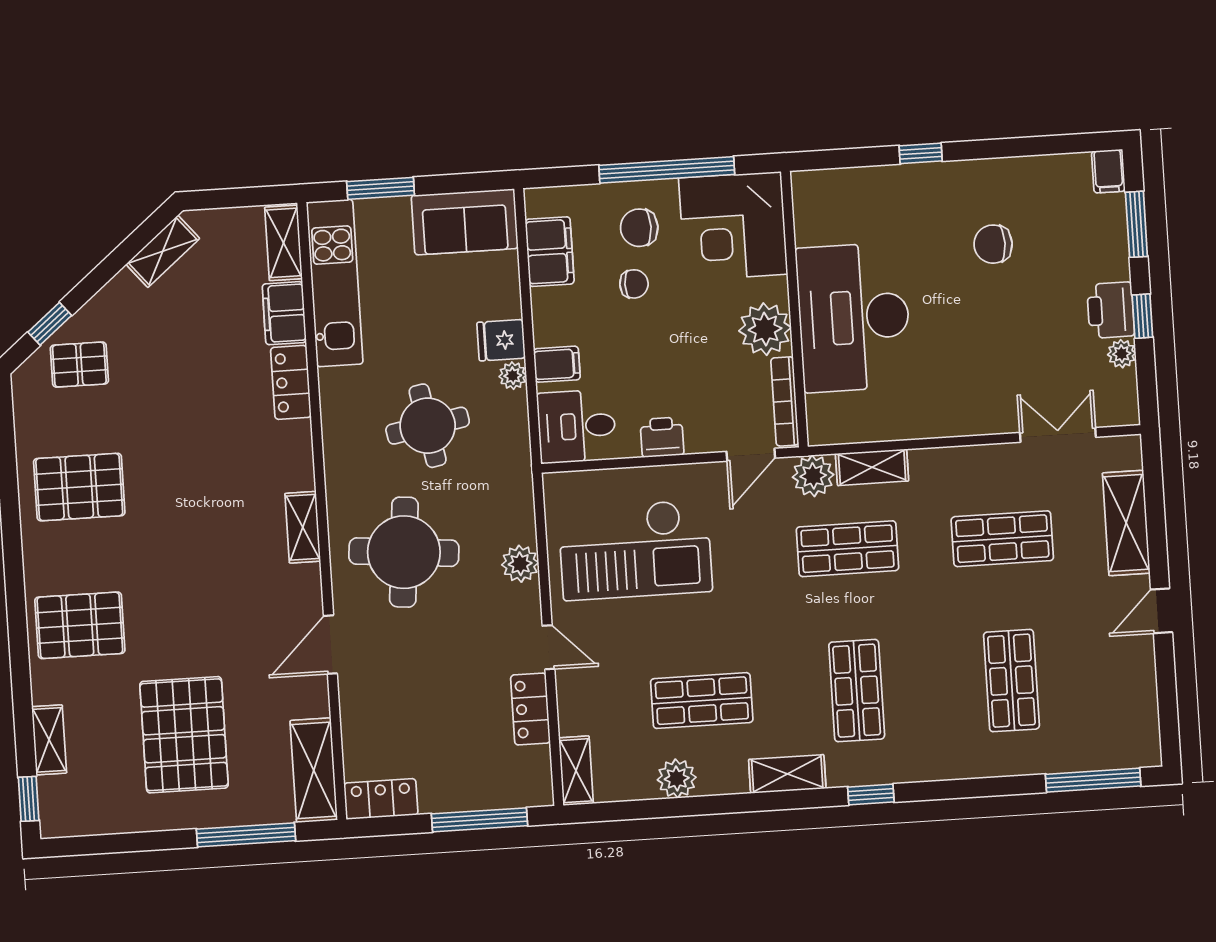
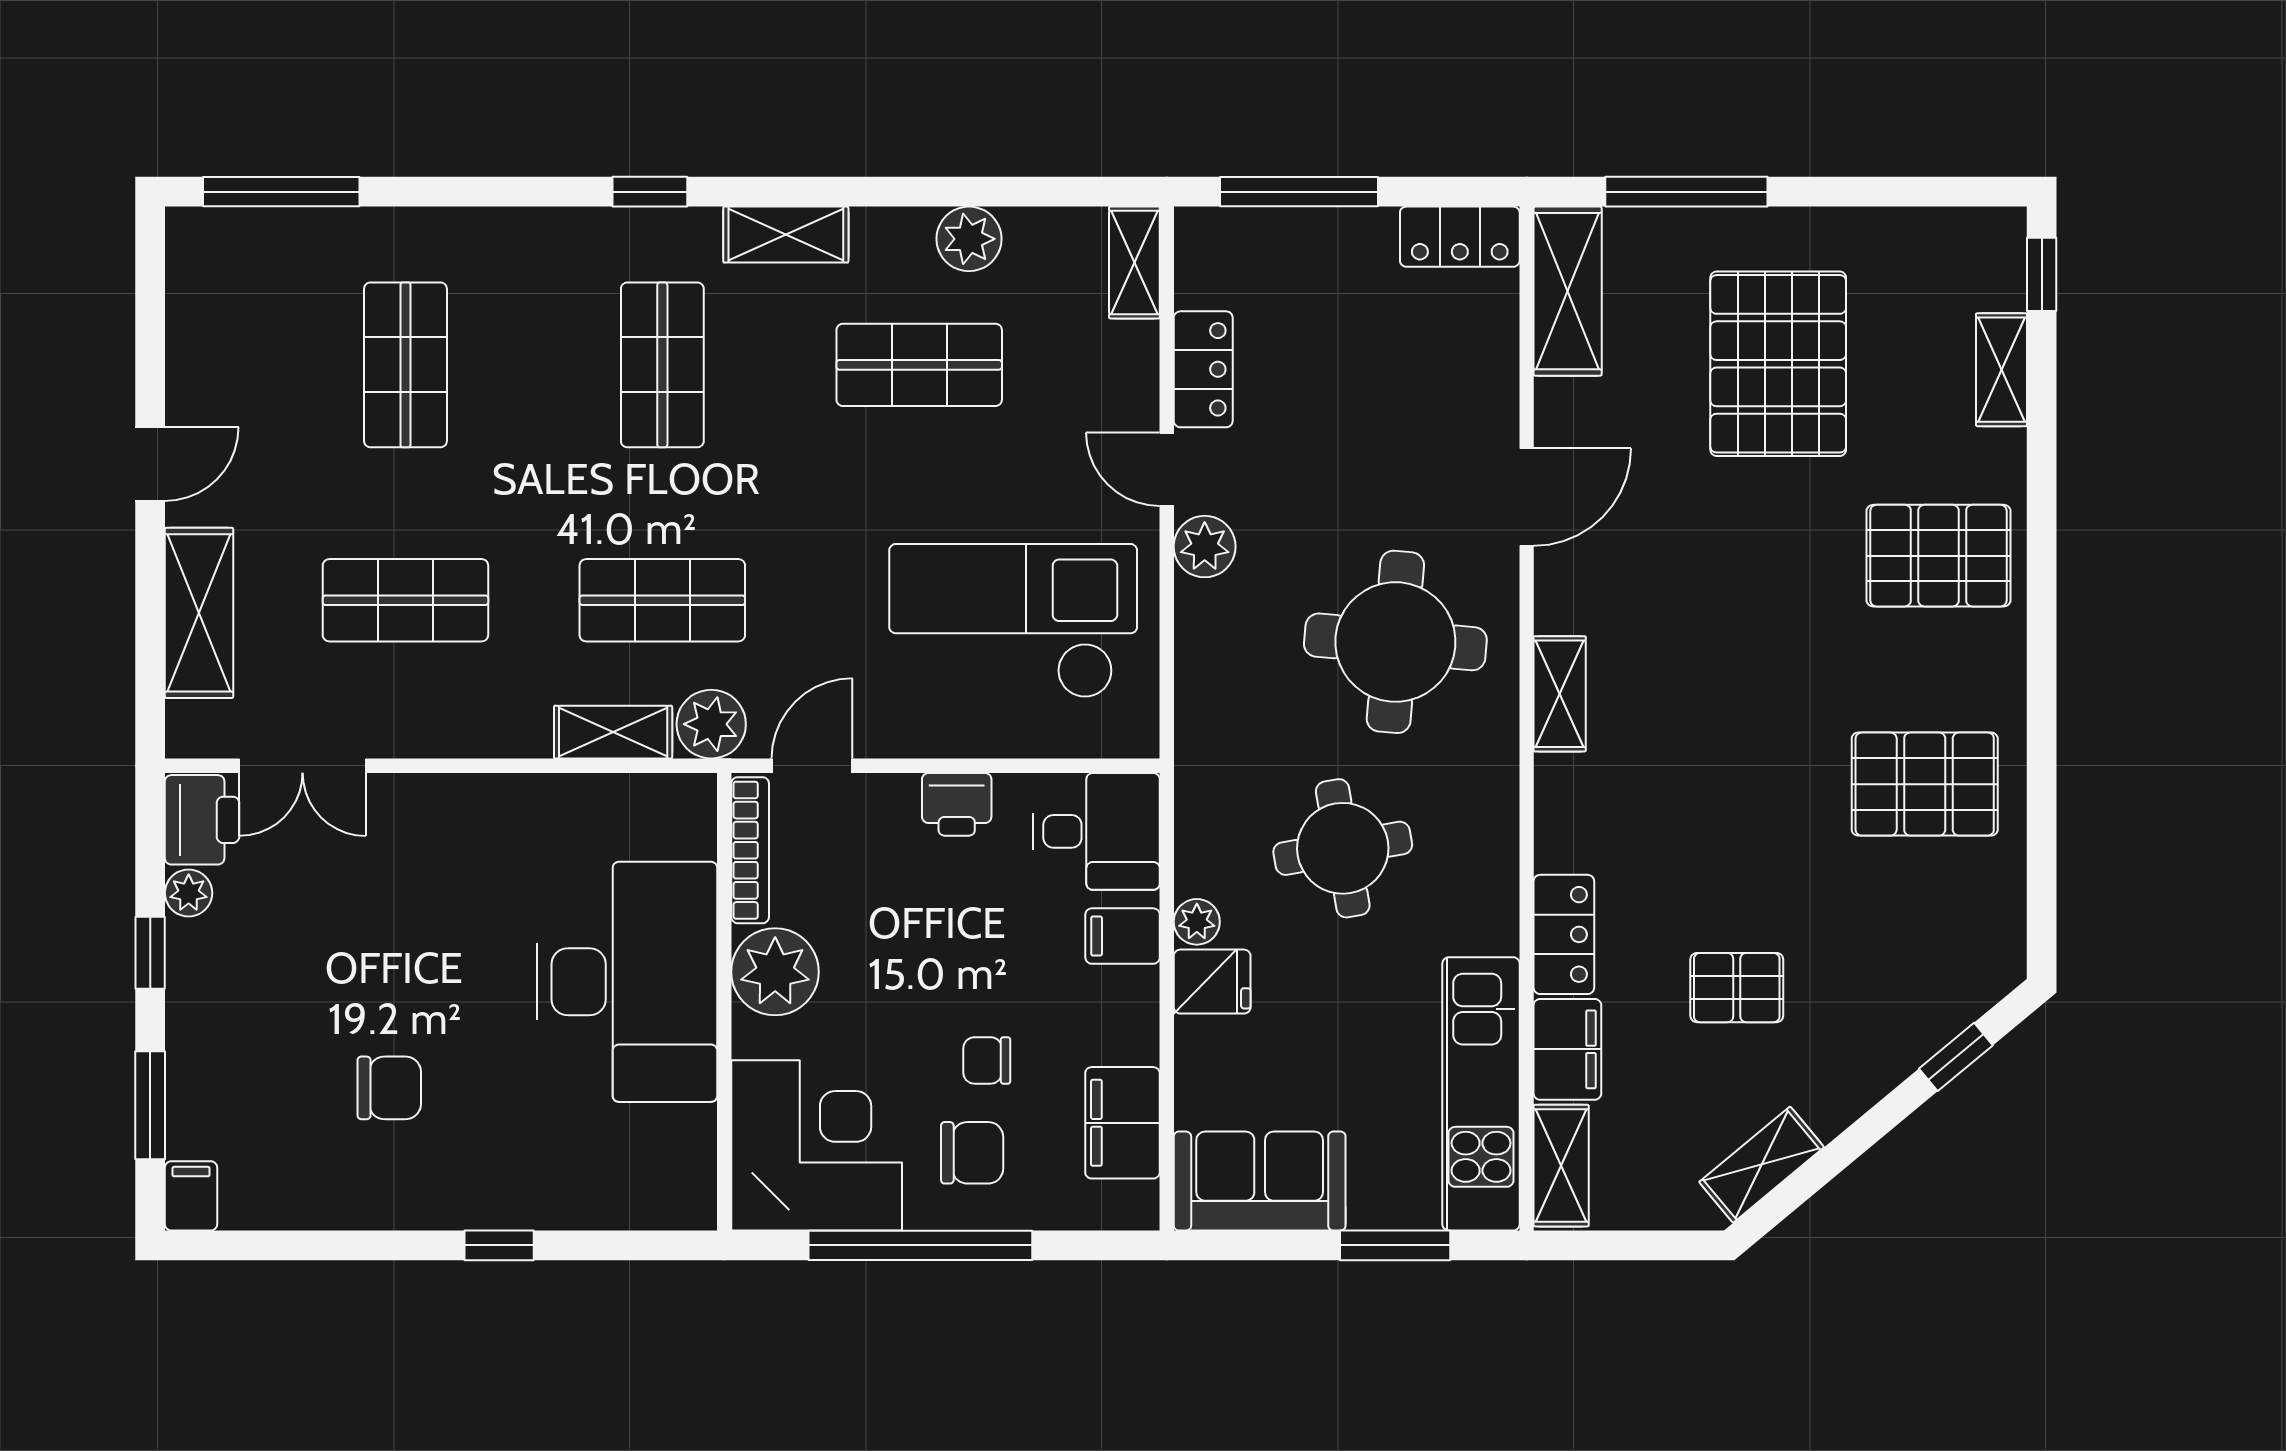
printer: (1111, 310) -> (202, 820), moved
pallet: (79, 365) -> (1737, 988), moved
plant: (520, 564) -> (1205, 547), moved

